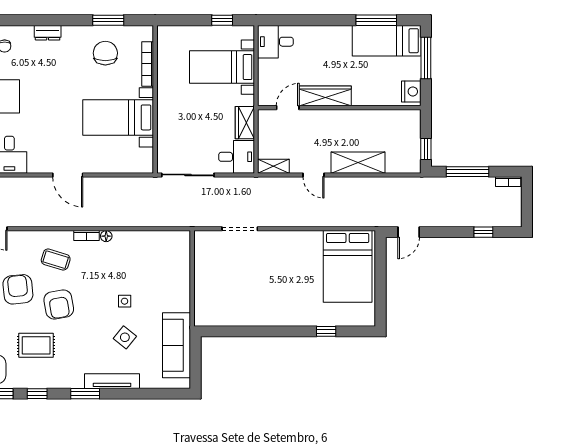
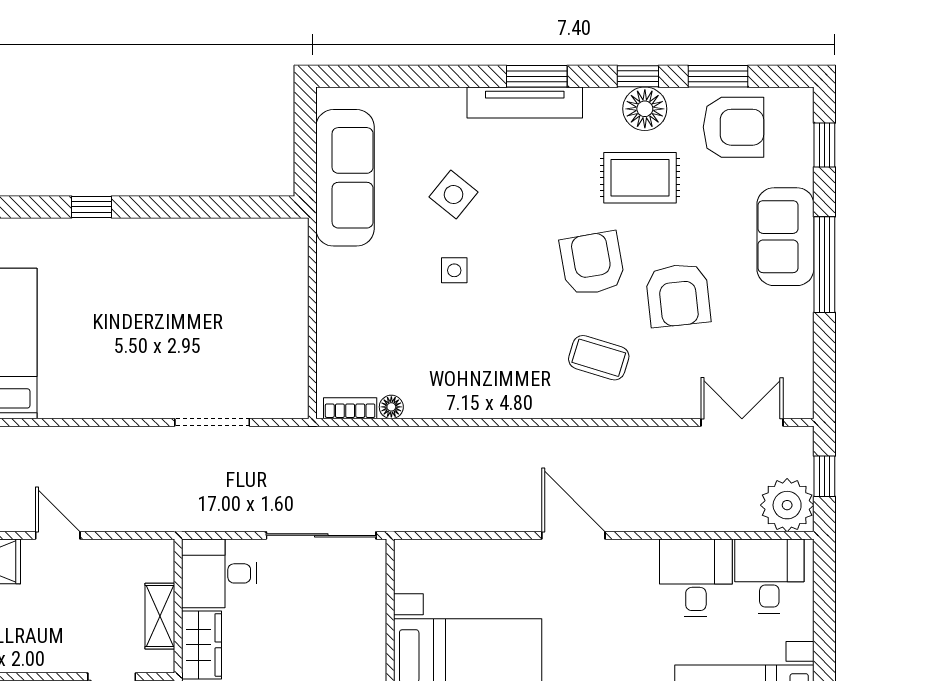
shelving: (273, 166) -> (160, 616), moved, turned 90
bookcase: (87, 236) -> (350, 408), moved
floor lamp: (106, 236) -> (391, 407), moved
window: (326, 331) -> (92, 207), moved
floor lamp: (34, 378) -> (645, 109), added
tv unit: (112, 381) -> (525, 102), moved

